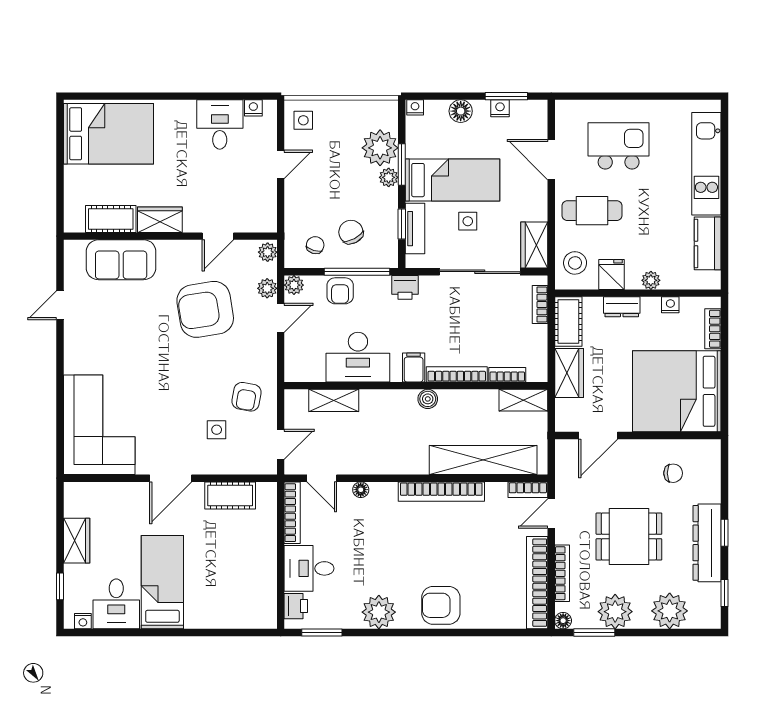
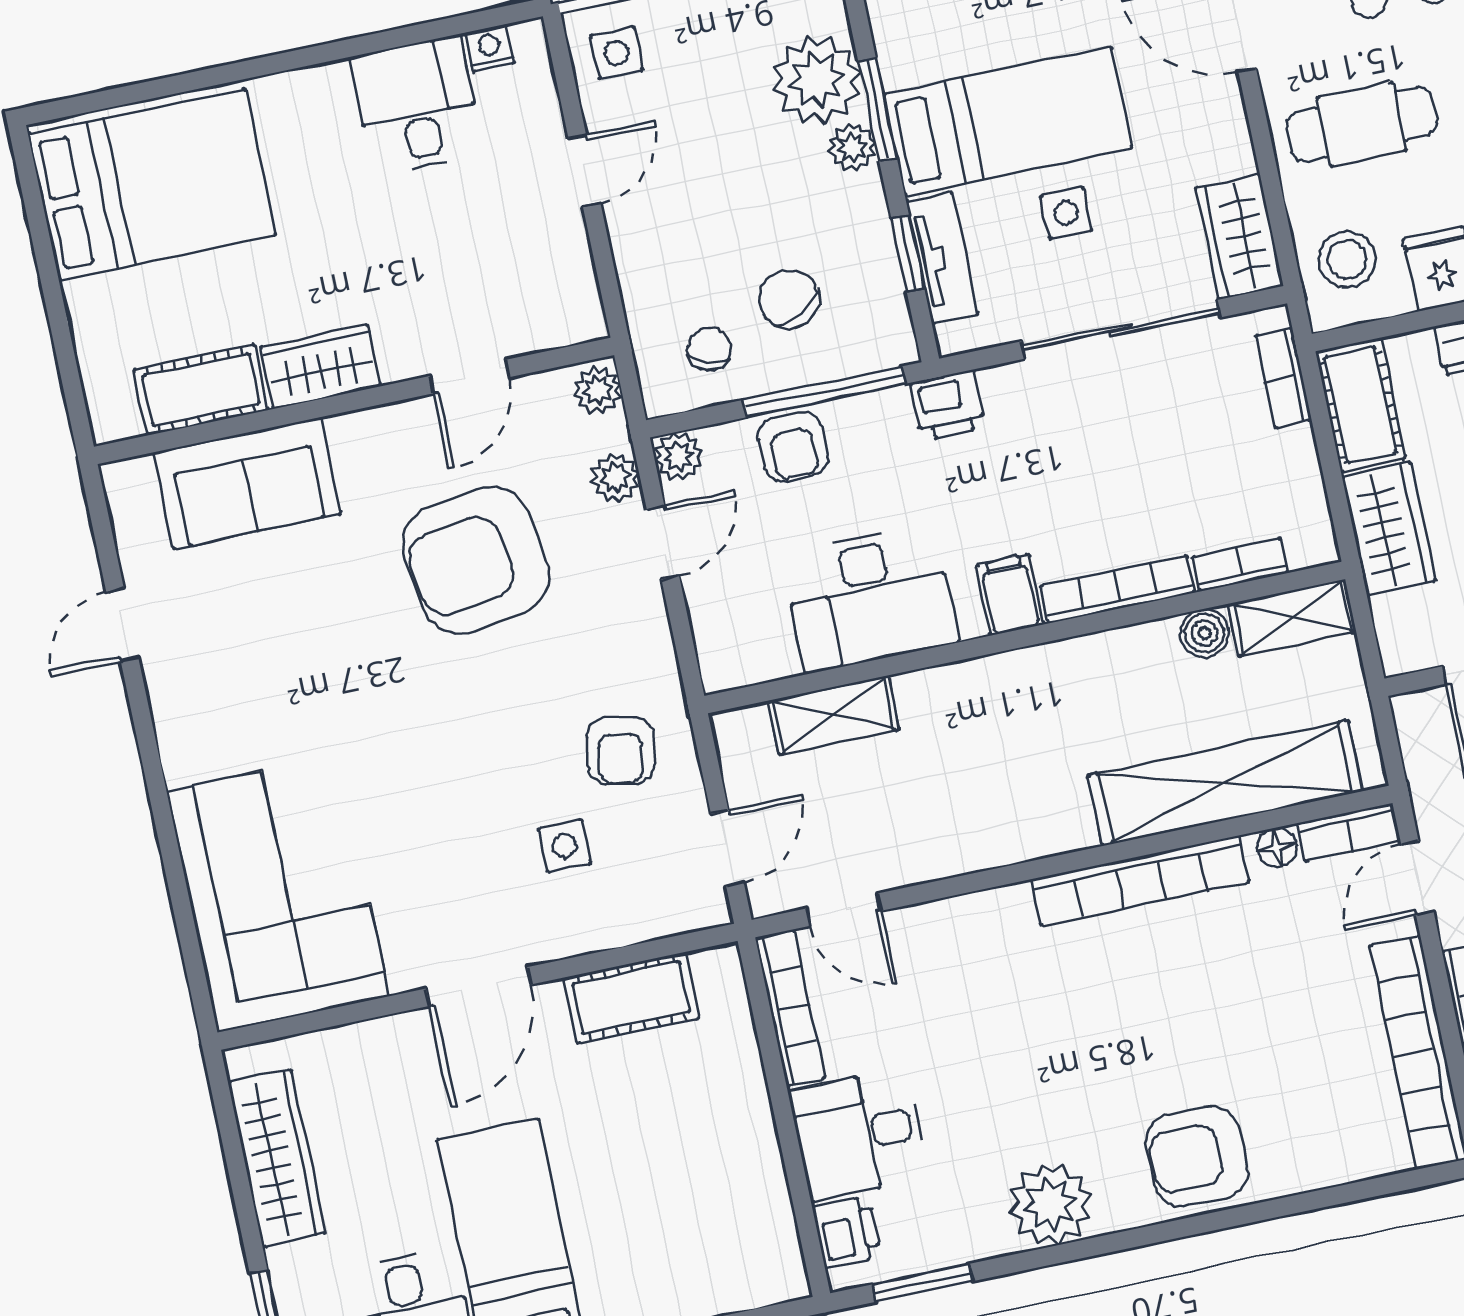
boiler: (428, 399) -> (1205, 633), moved
floor lamp: (361, 490) -> (1277, 847), moved
wardrobe: (77, 541) -> (277, 1158), width x1.50

